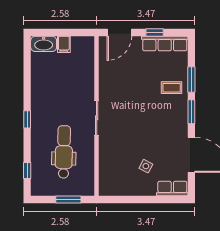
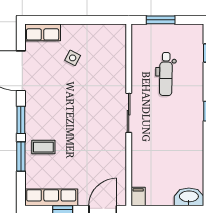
filing cabinet: (64, 44) -> (138, 196), moved
dental chair: (64, 152) -> (166, 74), width x0.73, depth x0.72

